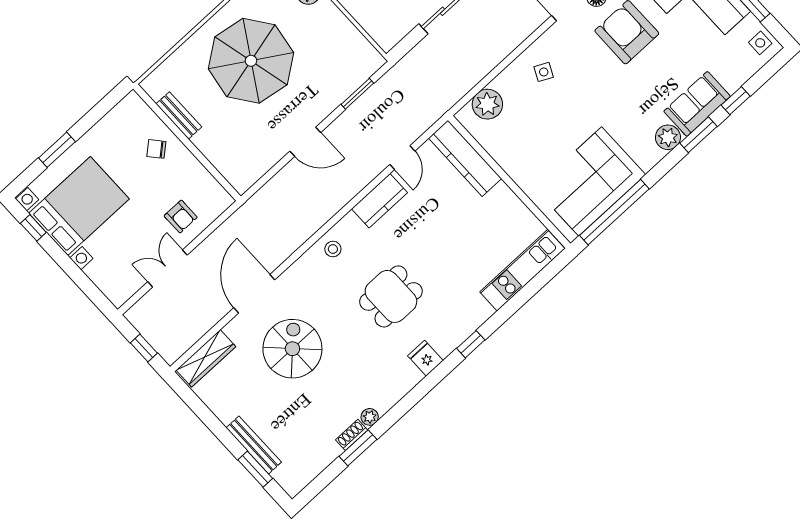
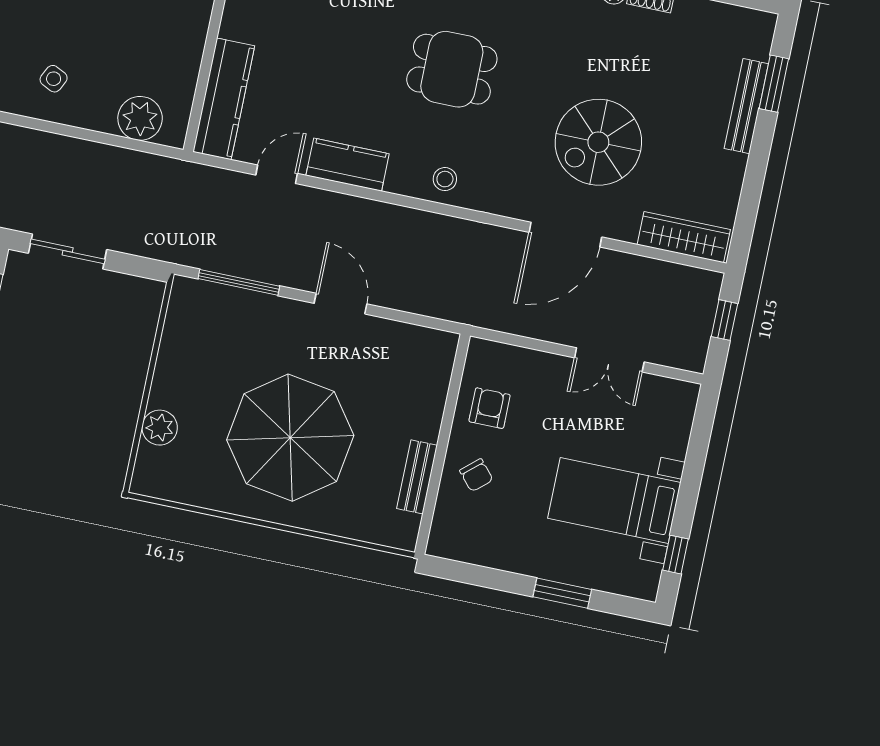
window: (357, 94) -> (239, 282), width x1.44
bed with nightstands: (79, 206) -> (614, 500), width x0.73
armchair: (181, 217) -> (490, 408), moved

